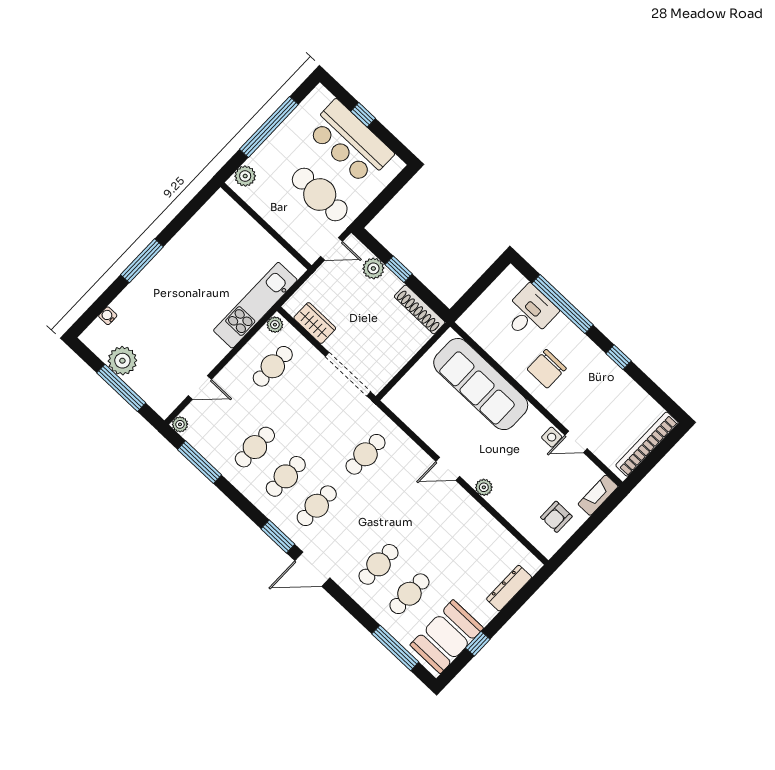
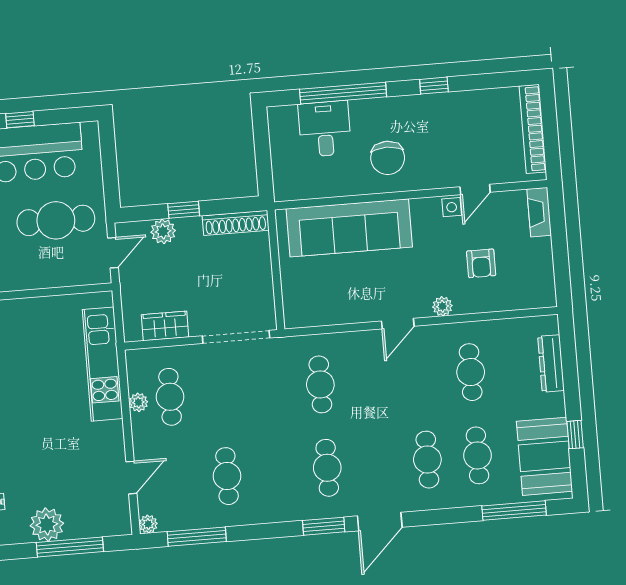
plant: (275, 325) -> (138, 402), moved
cafe table: (286, 476) -> (471, 372), moved
armchair: (556, 517) -> (481, 263), moved

